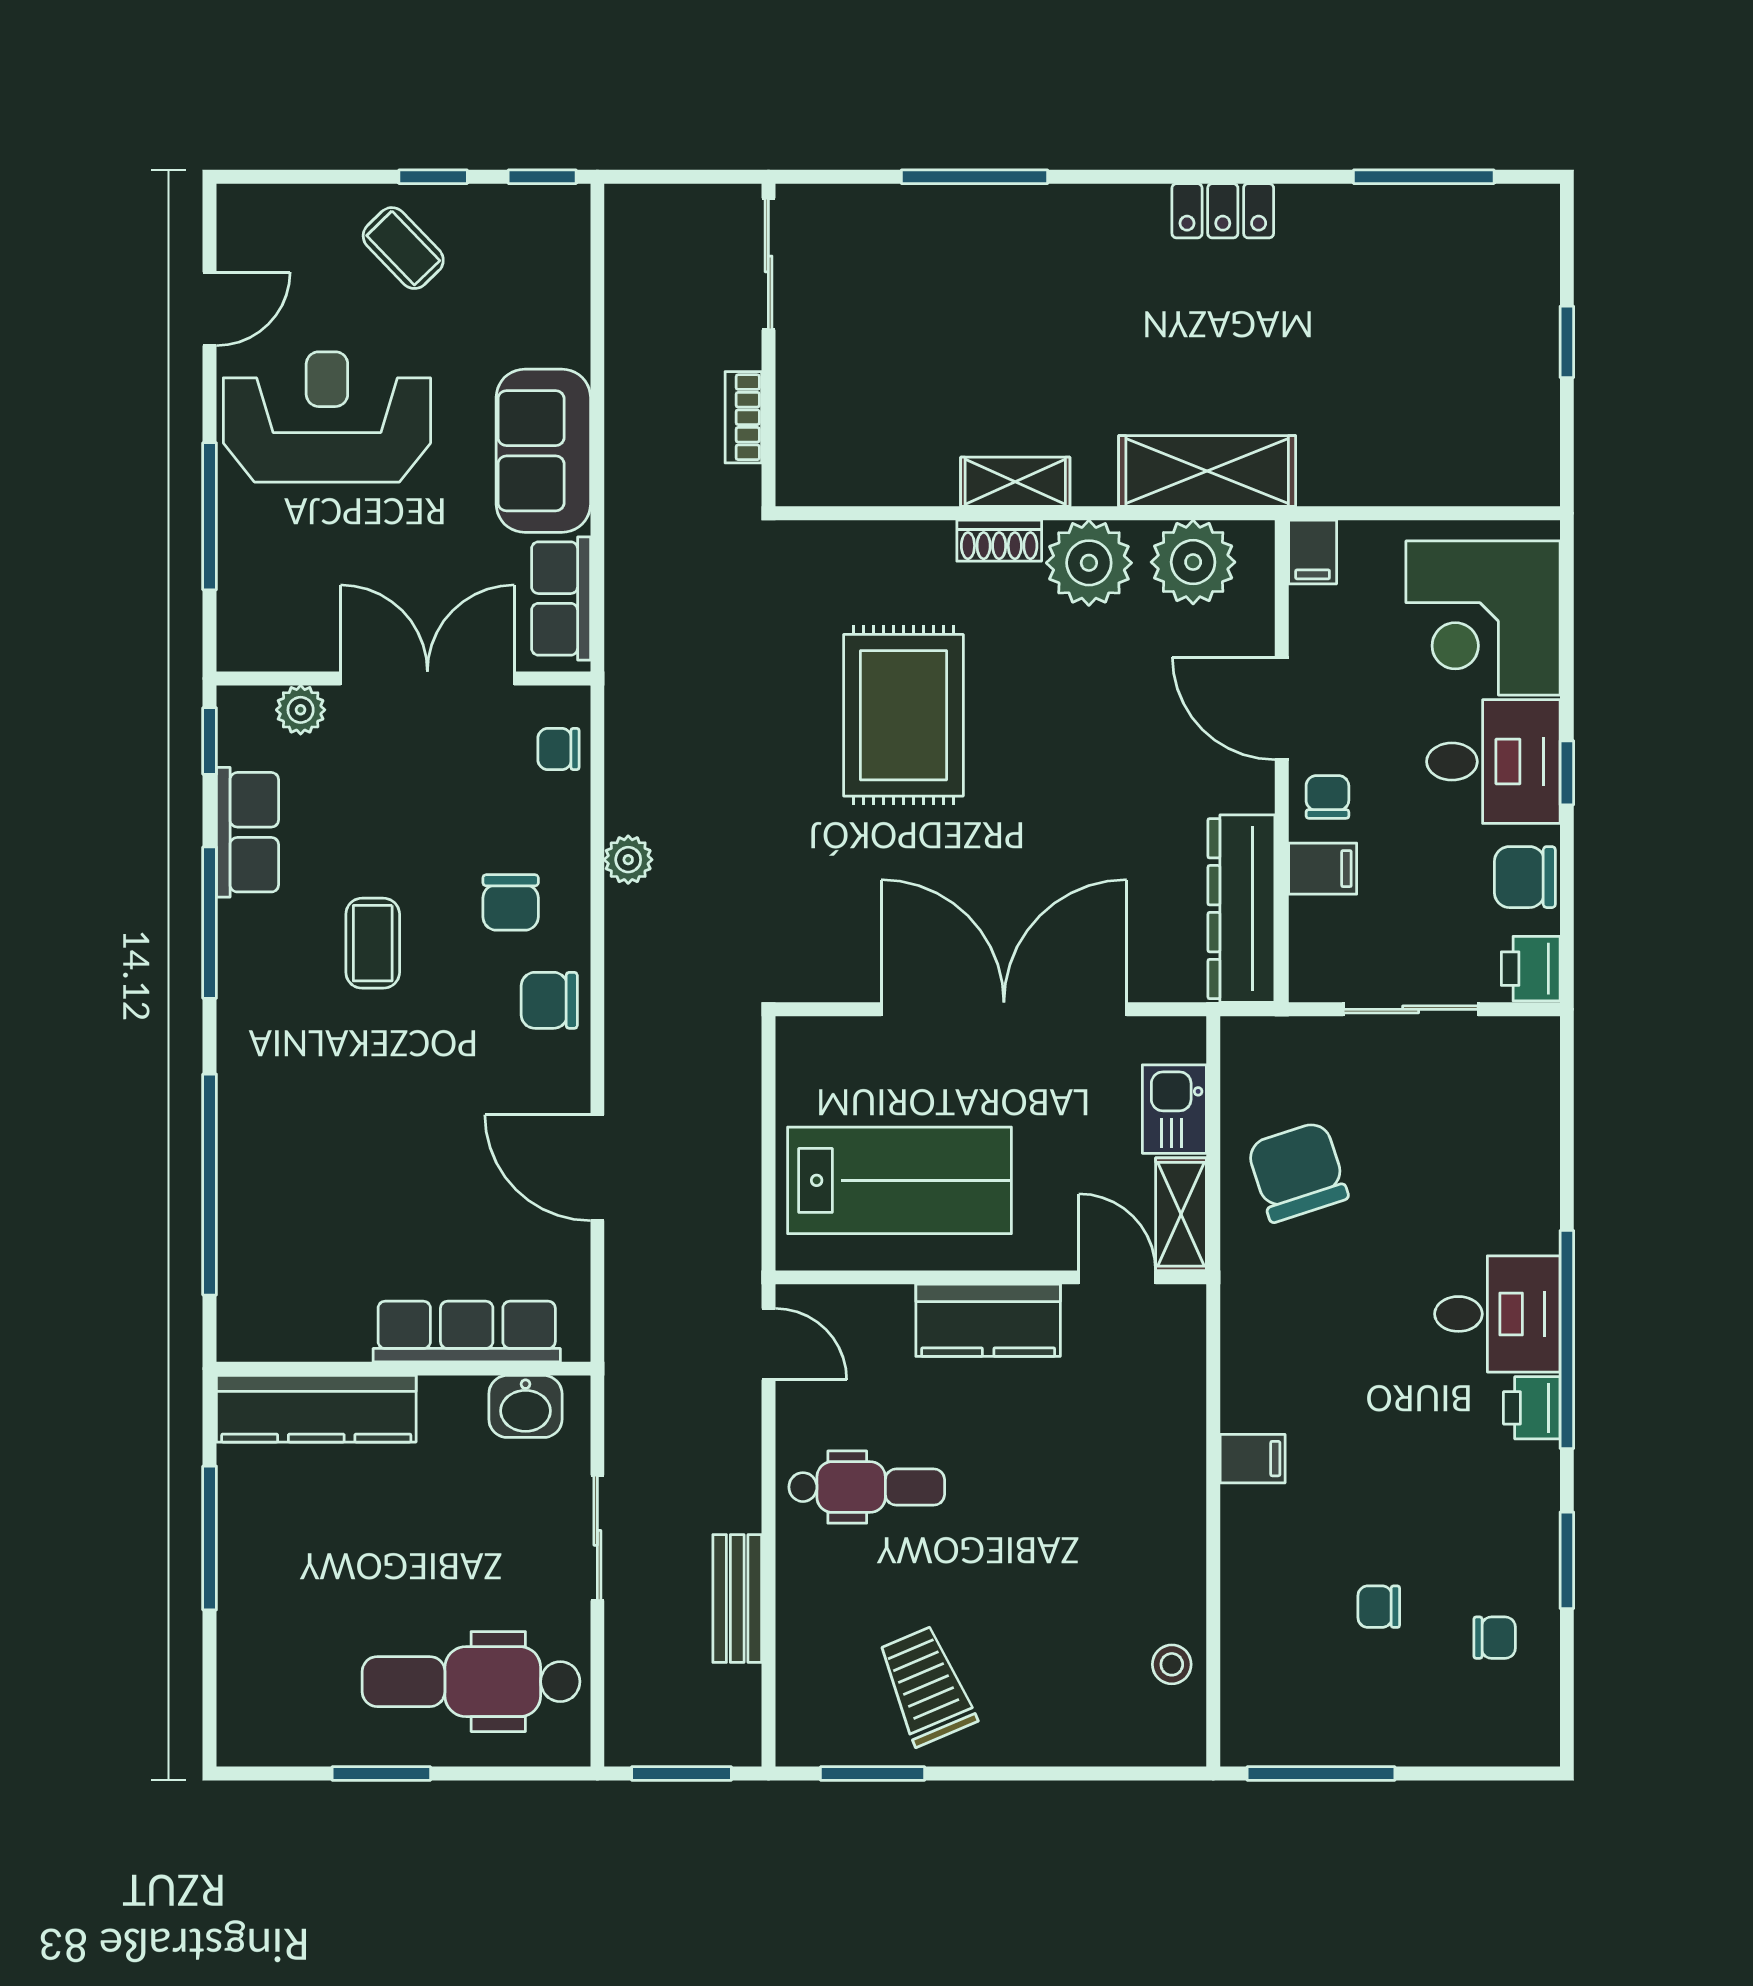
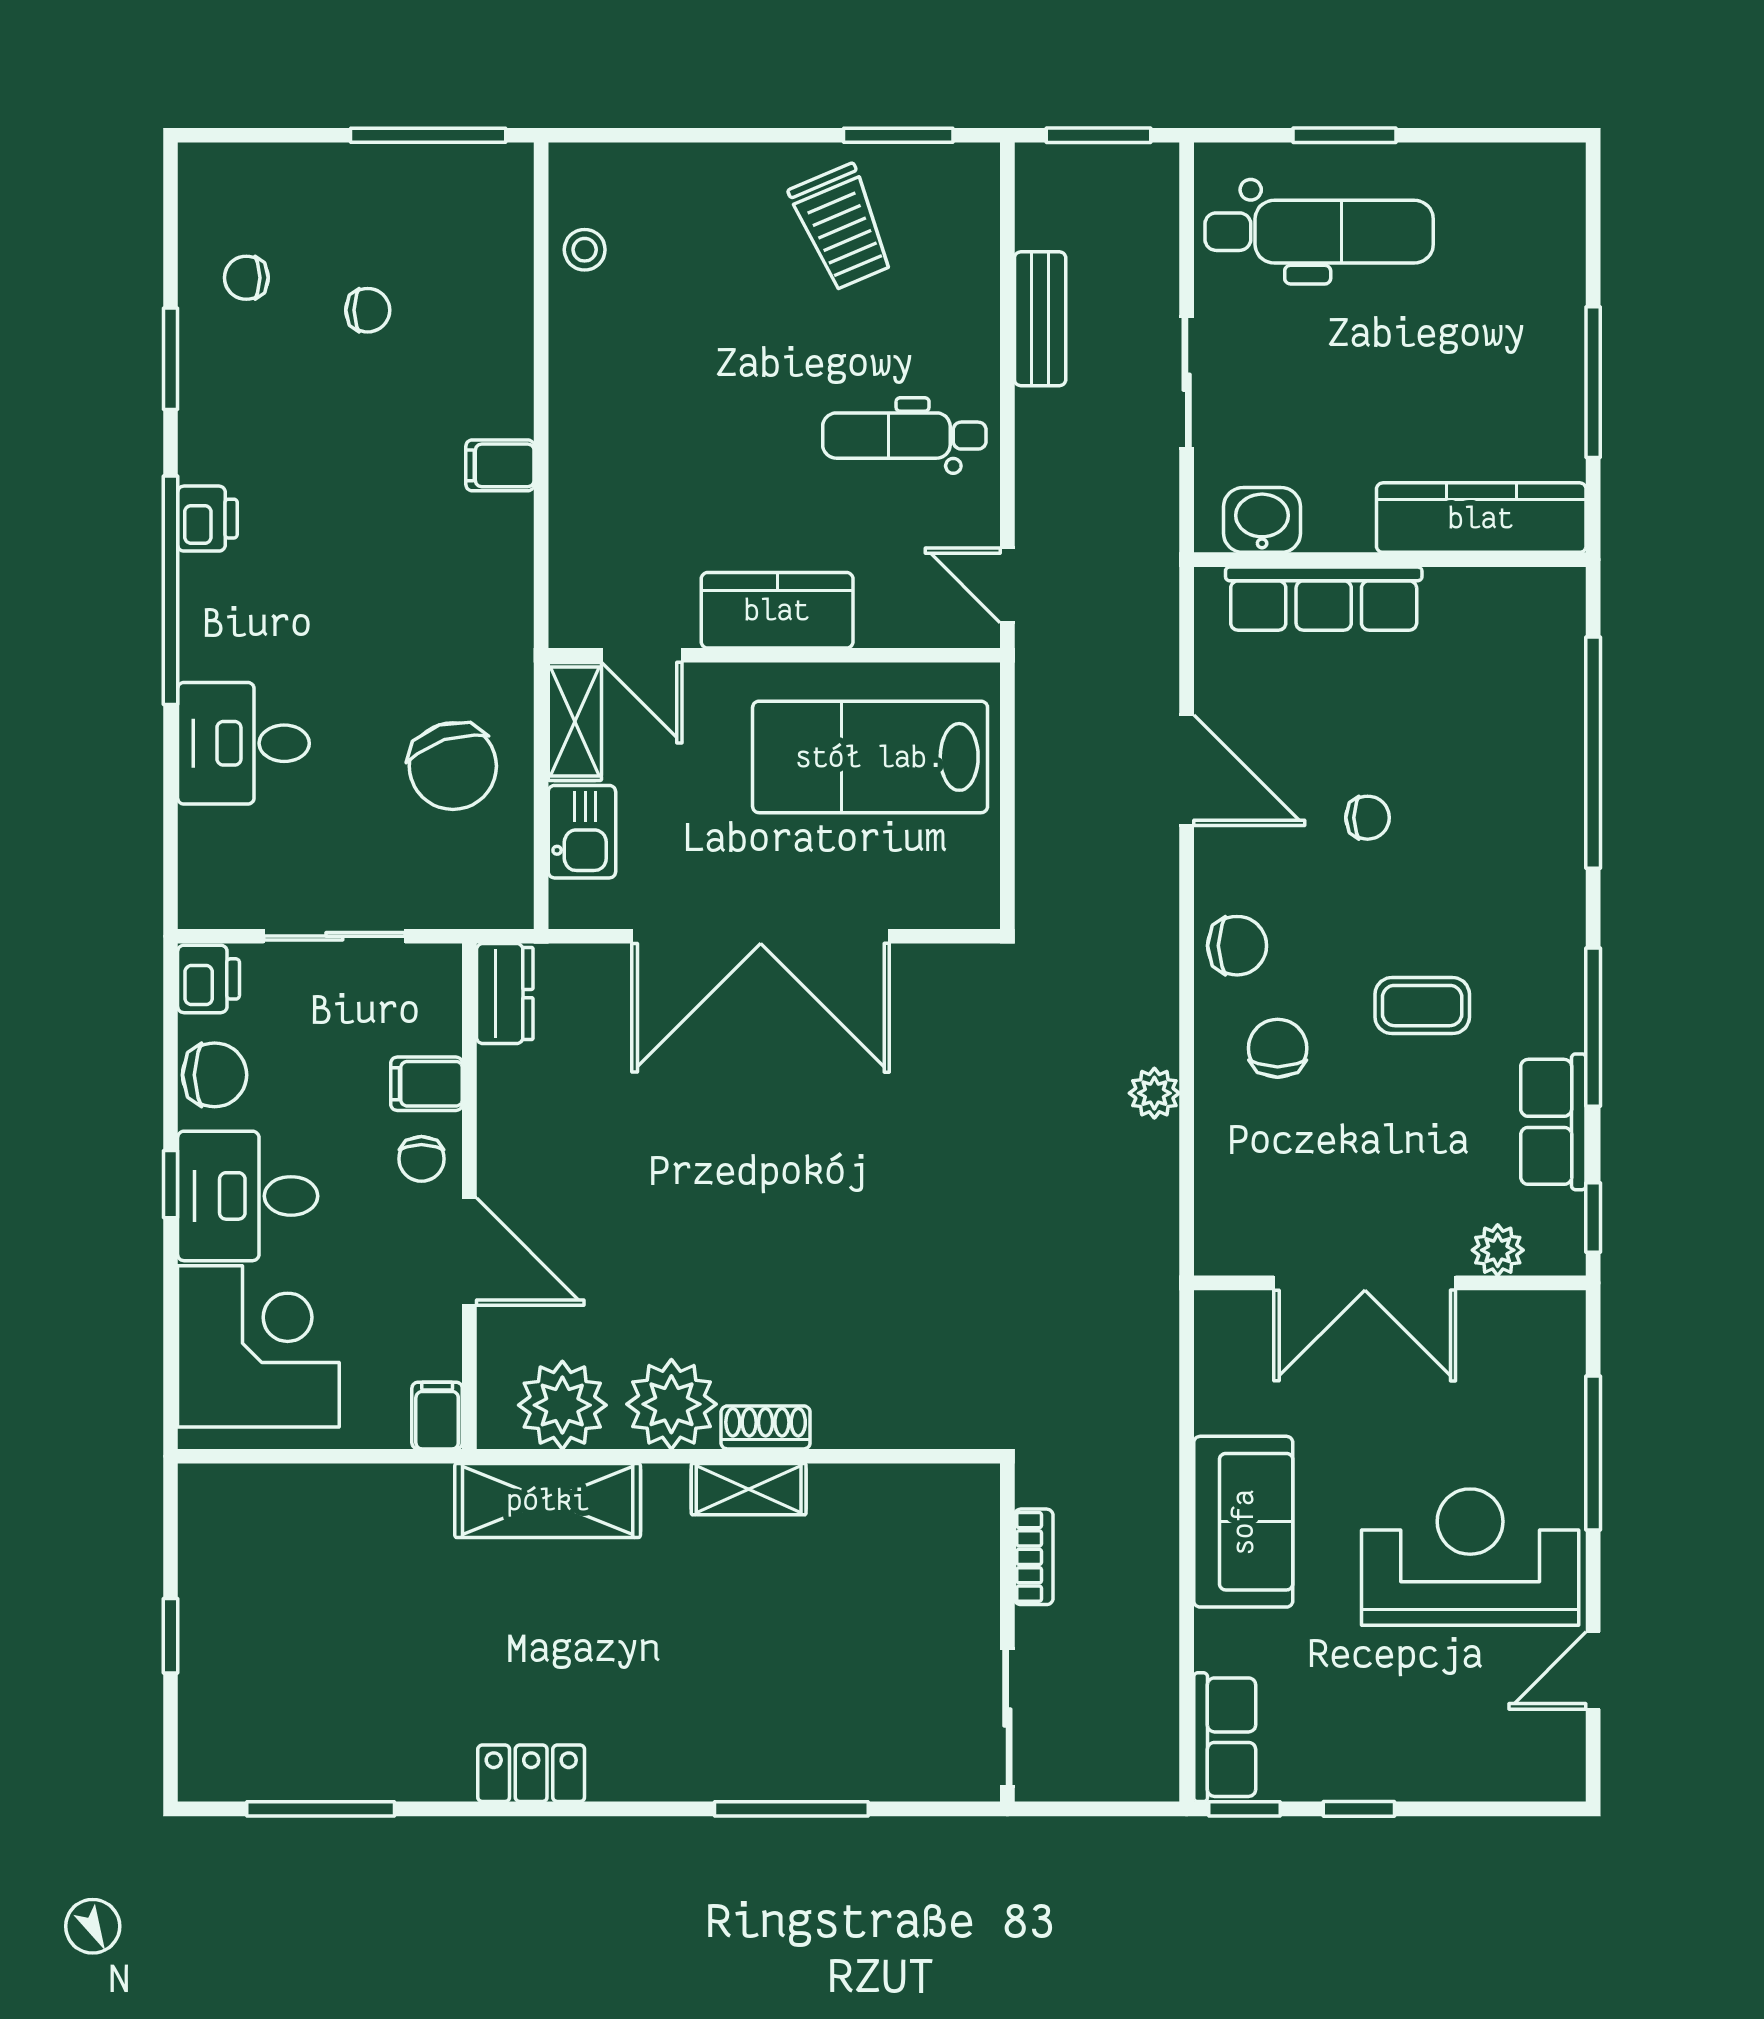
coffee table: (403, 248) -> (1390, 1734), removed
reception desk: (327, 417) -> (1470, 1557), turned 180
row of seats: (561, 598) -> (1225, 1737), moved
rug: (903, 715) -> (866, 1244), removed
chair: (558, 749) -> (1368, 818), moved
dresser: (1241, 909) -> (505, 994), width x0.51, depth x0.80
coffee table: (373, 943) -> (1422, 1006), turned 90
desk: (1497, 1314) -> (243, 743), moved
window: (381, 1774) -> (1344, 135), moved

